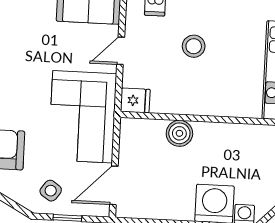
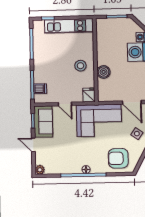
stool: (194, 46) -> (80, 66), moved

